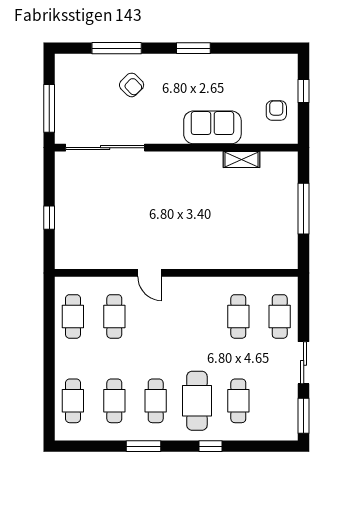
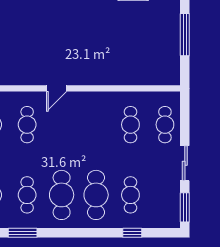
door: (150, 273) -> (57, 88), hinge flipped
cafe table: (156, 401) -> (62, 195), width x1.37, depth x1.35
window: (144, 446) -> (23, 233), moved
window: (210, 446) -> (132, 233), moved

